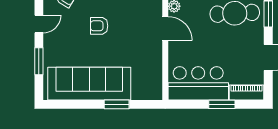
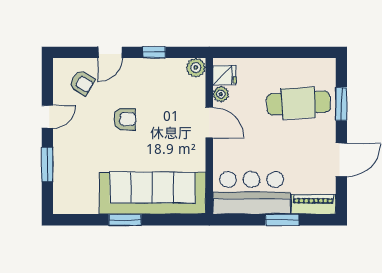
armchair: (99, 26) -> (125, 119), turned 180
sofa: (89, 84) -> (152, 193), moved
window: (117, 104) -> (125, 220), moved

